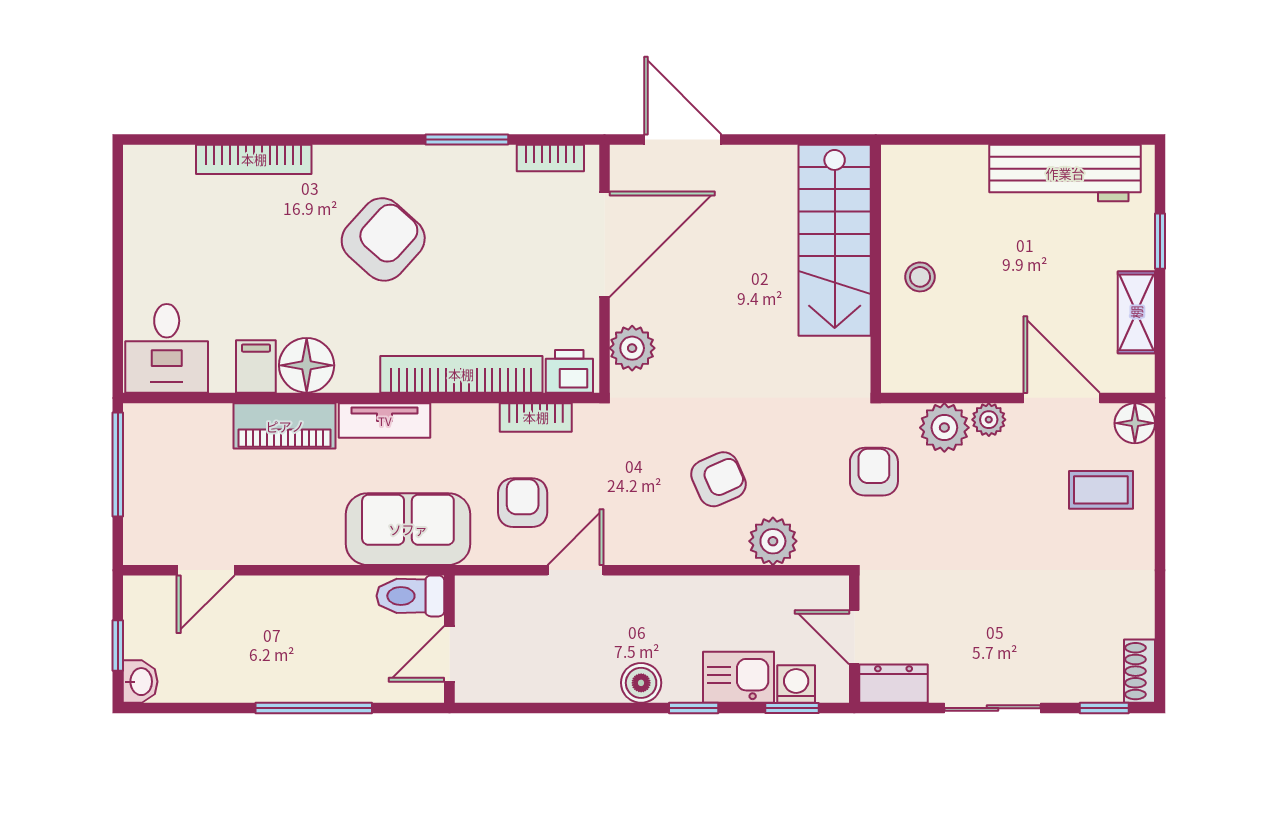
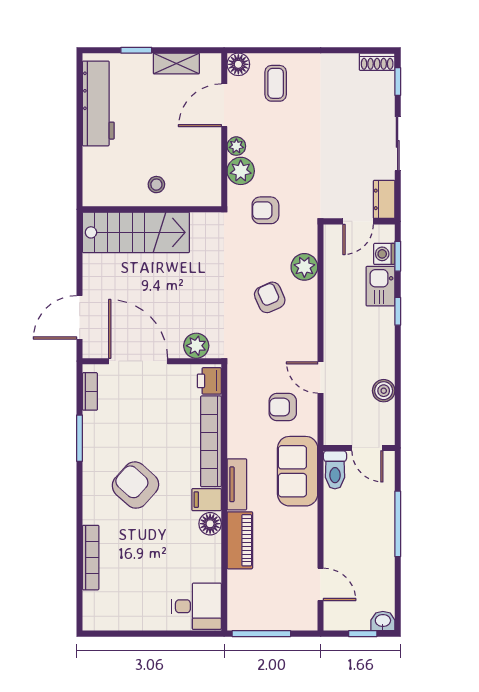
floor lamp: (307, 365) -> (210, 524), width x0.73, depth x0.73
filing cabinet: (256, 366) -> (207, 500), moved
bookcase: (536, 417) -> (235, 400), removed
boiler: (641, 683) -> (384, 391), moved

